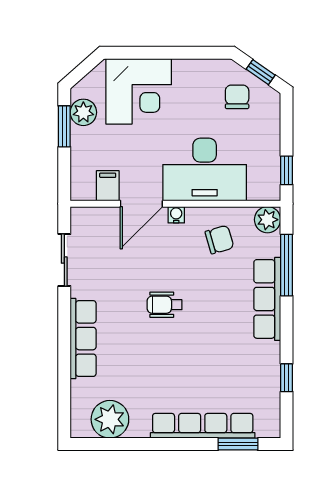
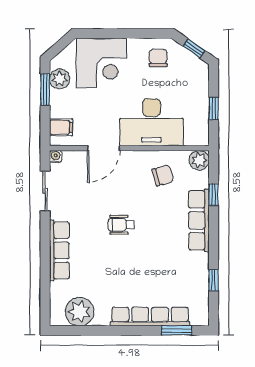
chair: (237, 97) -> (158, 58), moved
window: (287, 170) -> (214, 108), moved
filing cabinet: (108, 186) -> (61, 127), moved, turned 90
water cooler: (176, 215) -> (56, 156), moved
window: (287, 265) -> (214, 195), width x0.46

